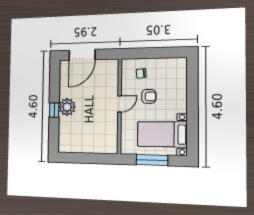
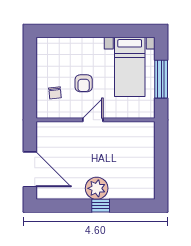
armchair: (149, 96) -> (84, 83), turned 180
door: (120, 104) -> (93, 120), hinge flipped

